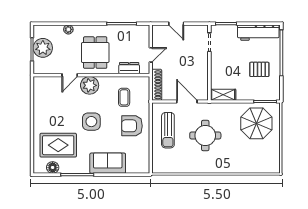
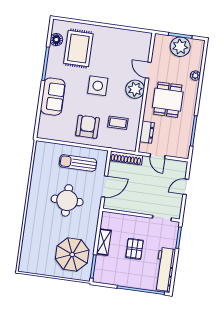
dining table: (95, 53) -> (168, 100), turned 90
pallet: (259, 69) -> (134, 249), moved
shelving: (223, 95) -> (104, 242), moved

